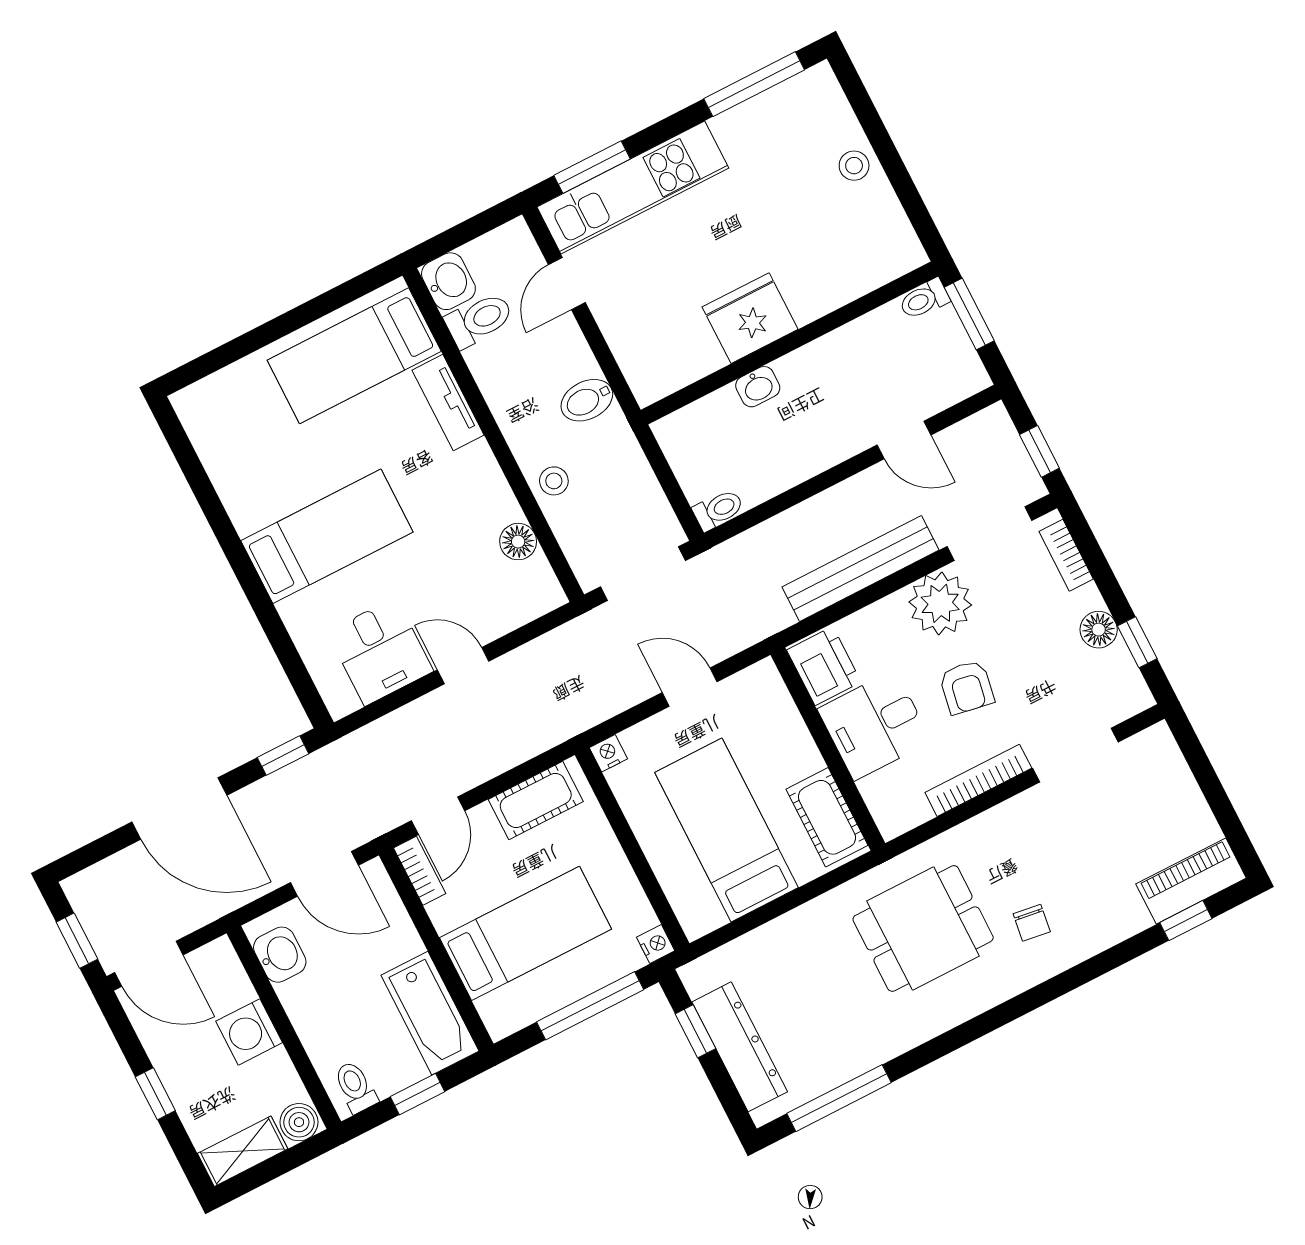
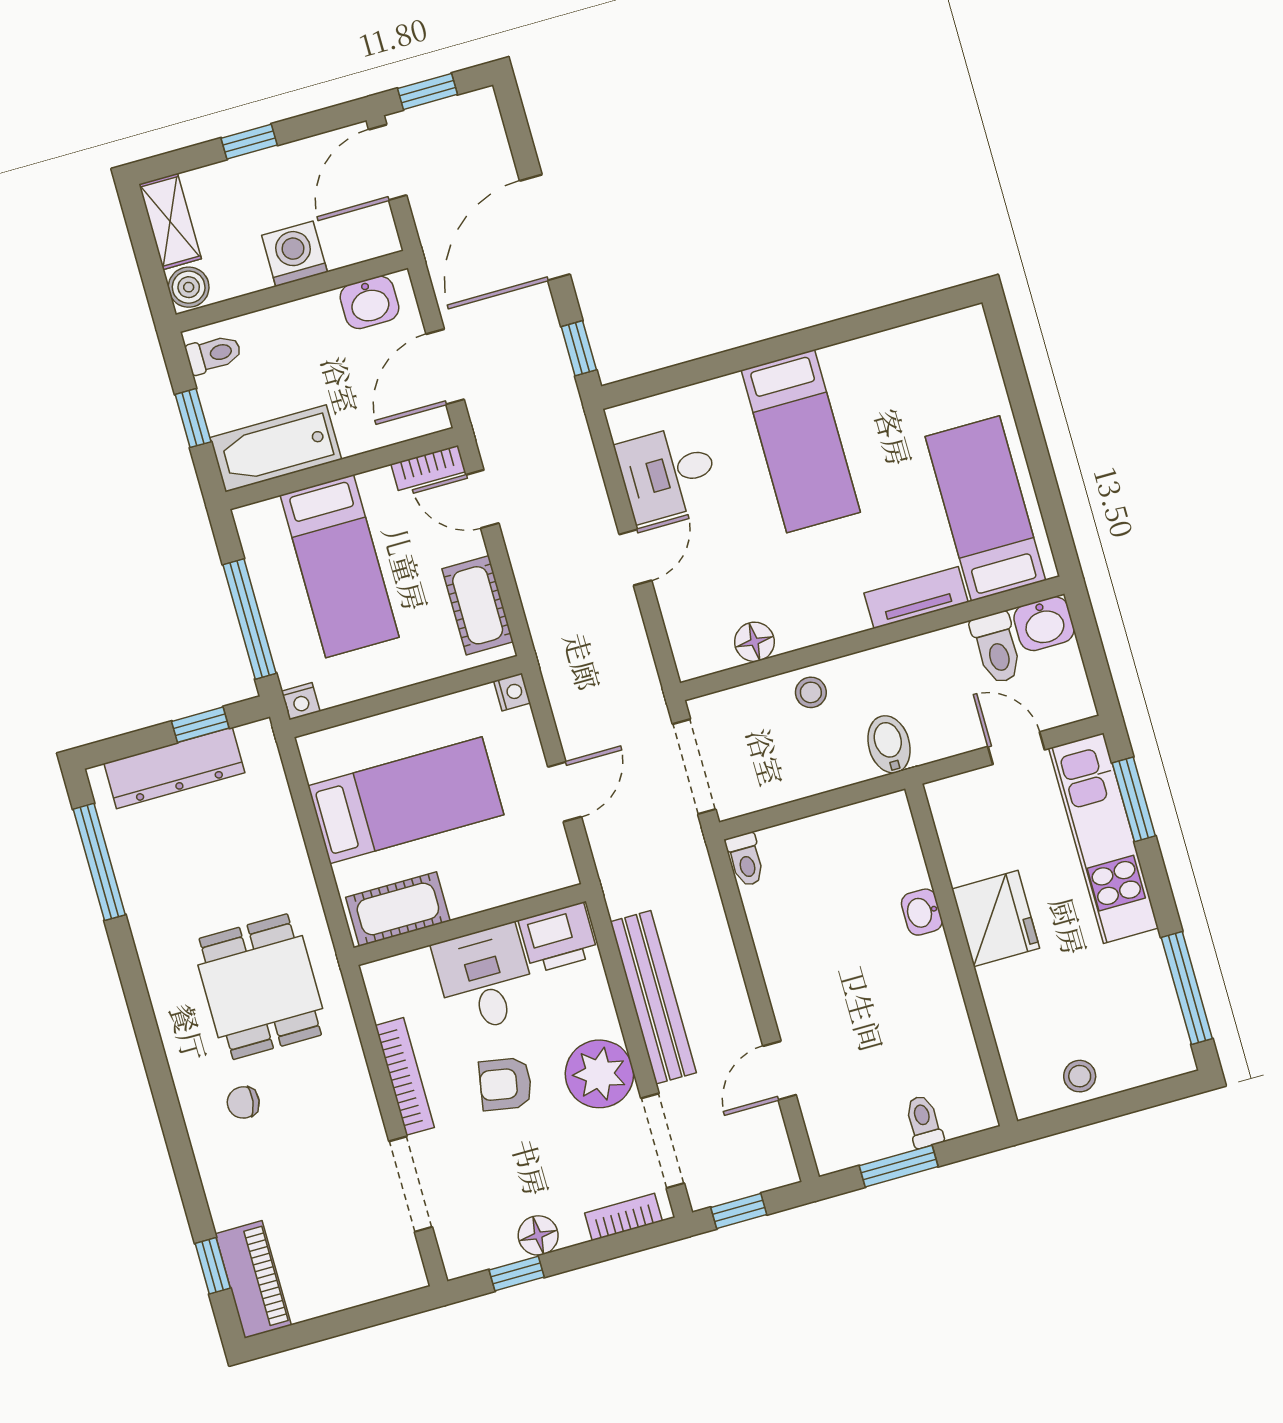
fridge: (750, 318) -> (996, 919), moved
wall: (790, 343) -> (961, 955), moved
washbasin: (758, 387) -> (922, 912), moved

